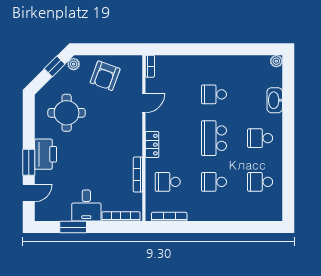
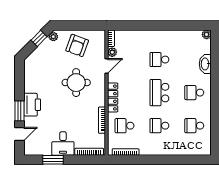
plant: (152, 85) -> (112, 52), added
round table: (67, 113) -> (76, 83), moved
locker: (152, 145) -> (113, 97), width x1.53

